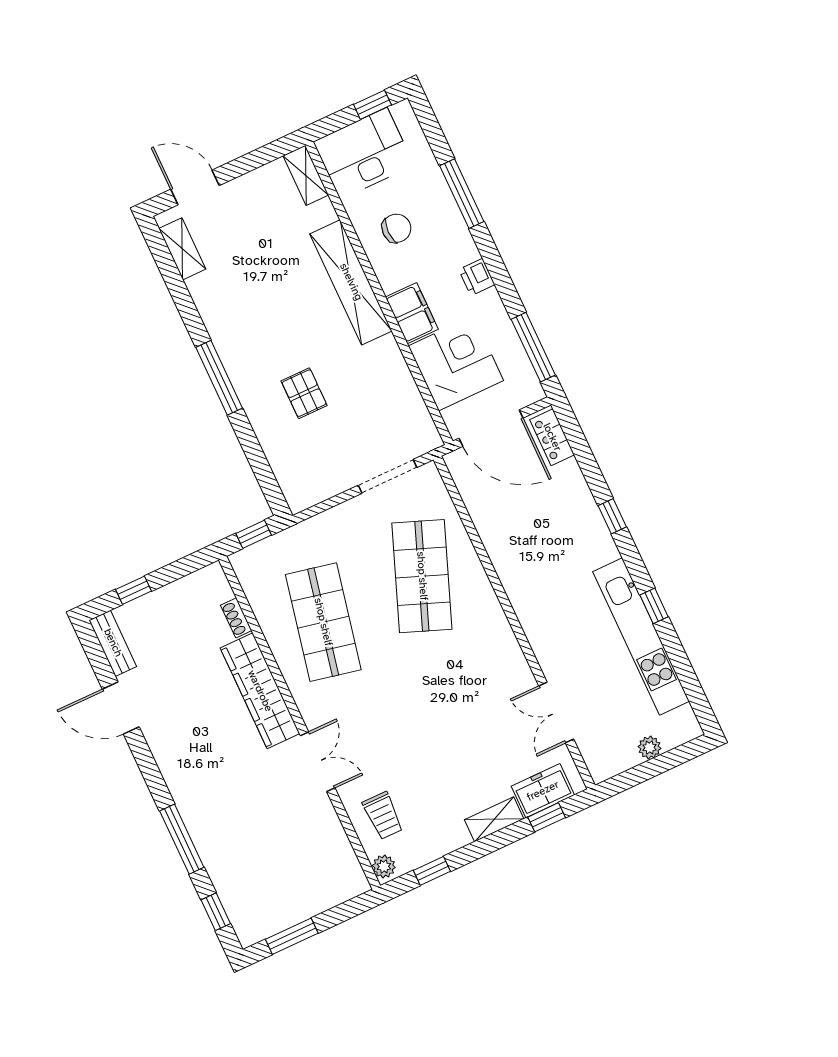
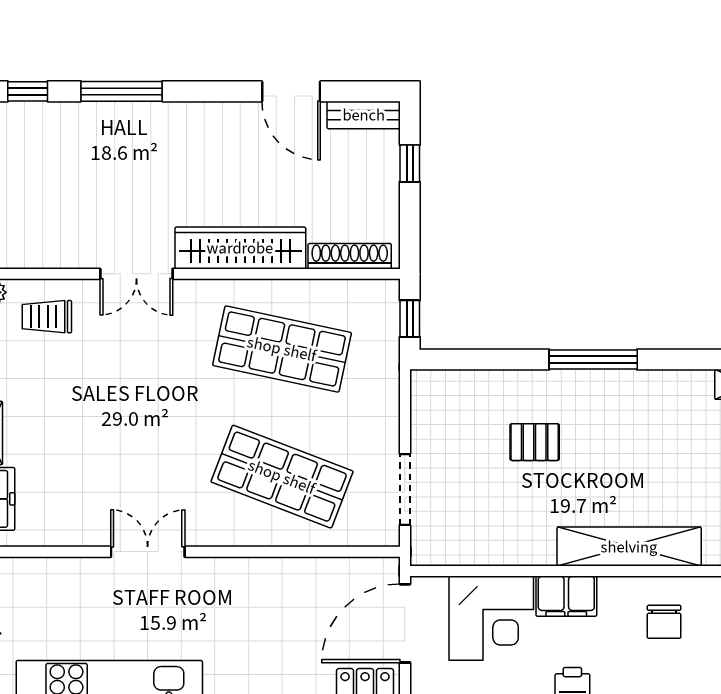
shoe rack: (236, 618) -> (350, 256), width x1.94, depth x1.24
door: (121, 708) -> (291, 91), swing flipped
double door: (556, 713) -> (148, 552), moved

